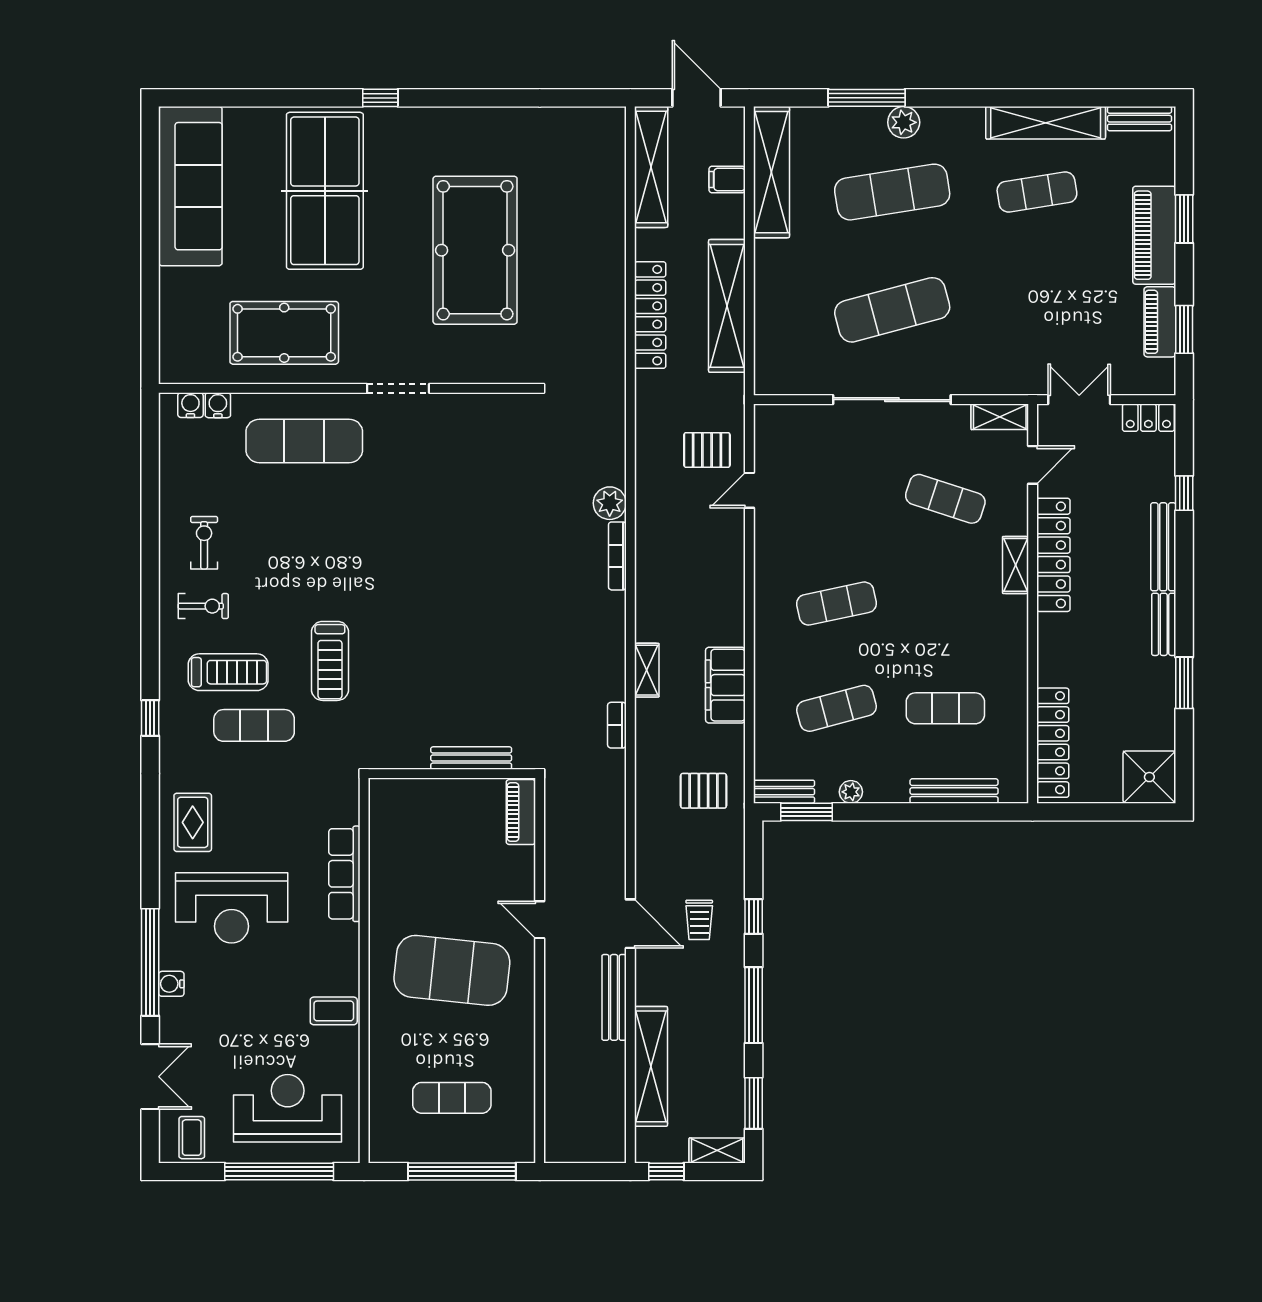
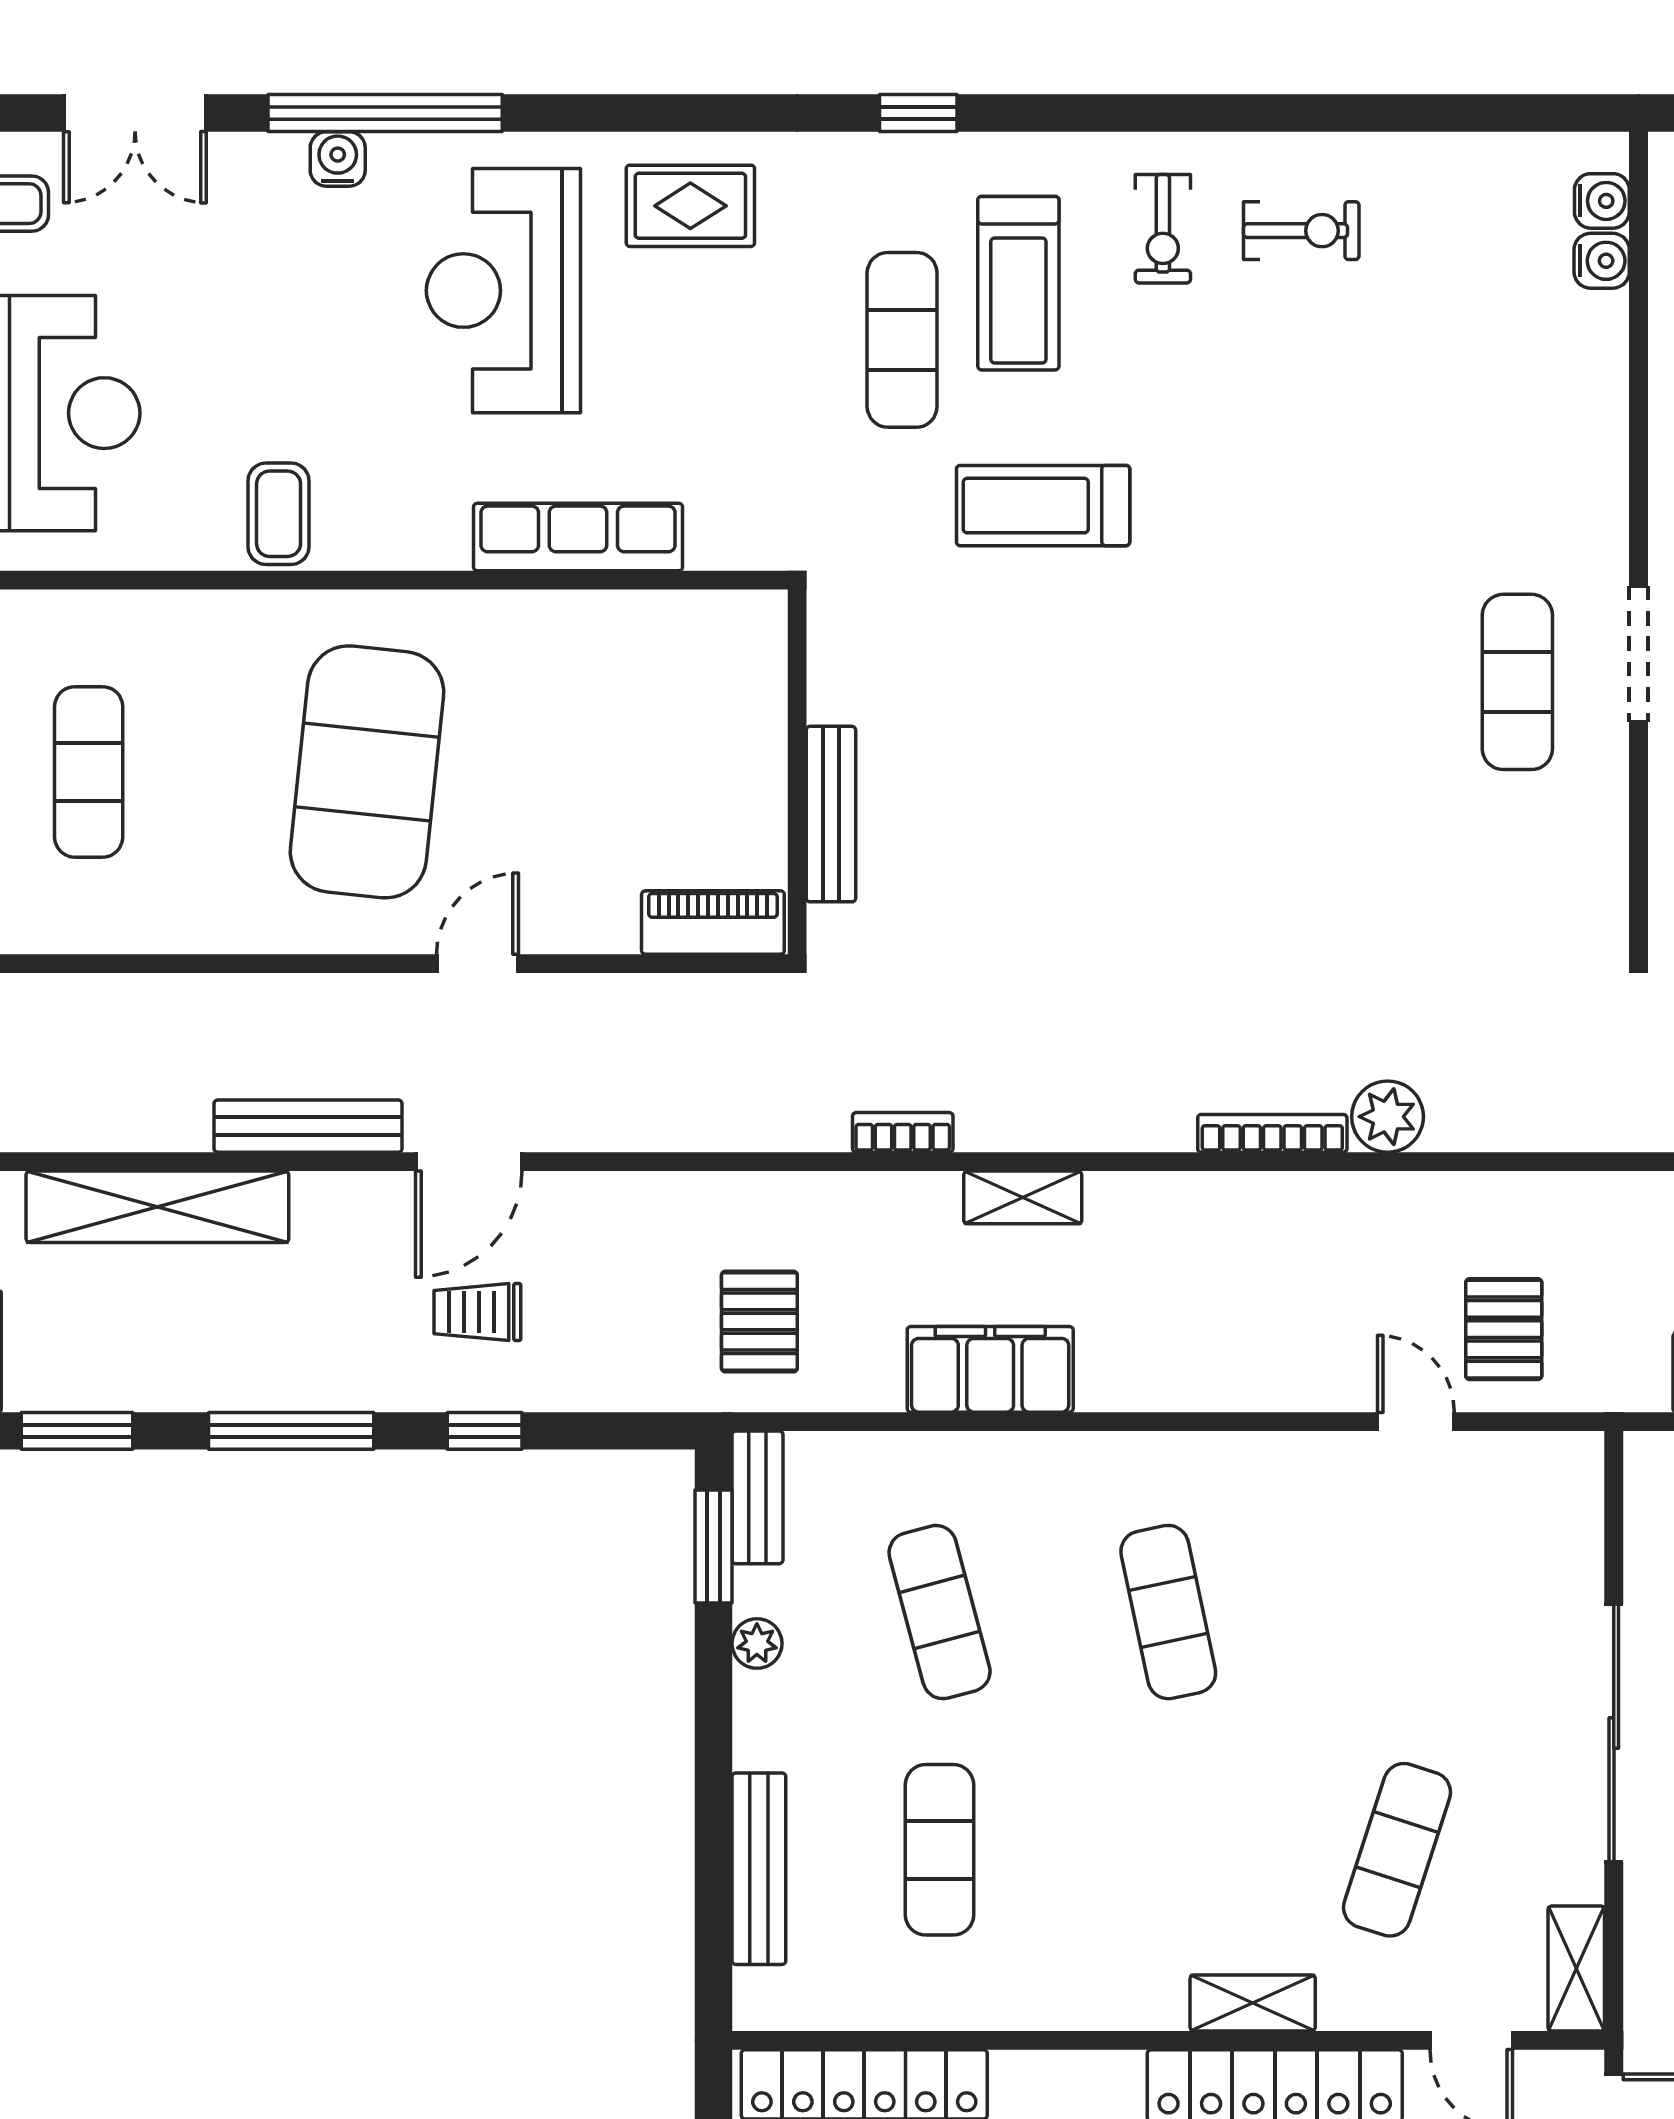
exercise mat: (304, 441) -> (1517, 682), moved, width x0.73, depth x0.69

